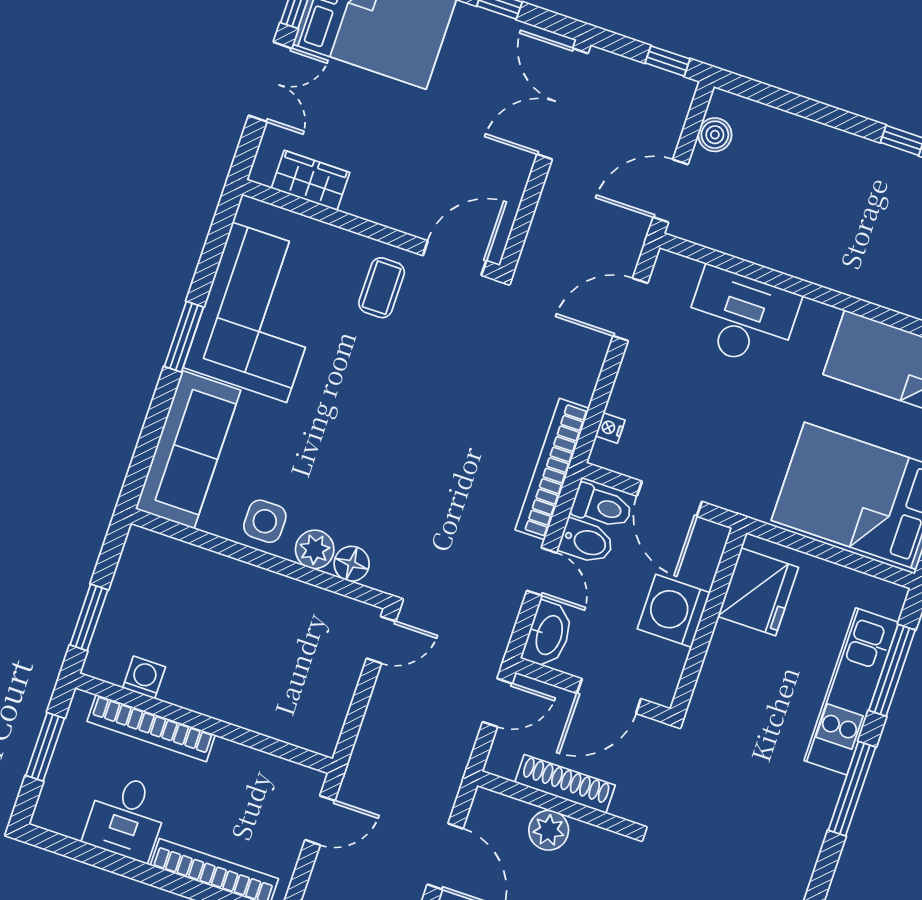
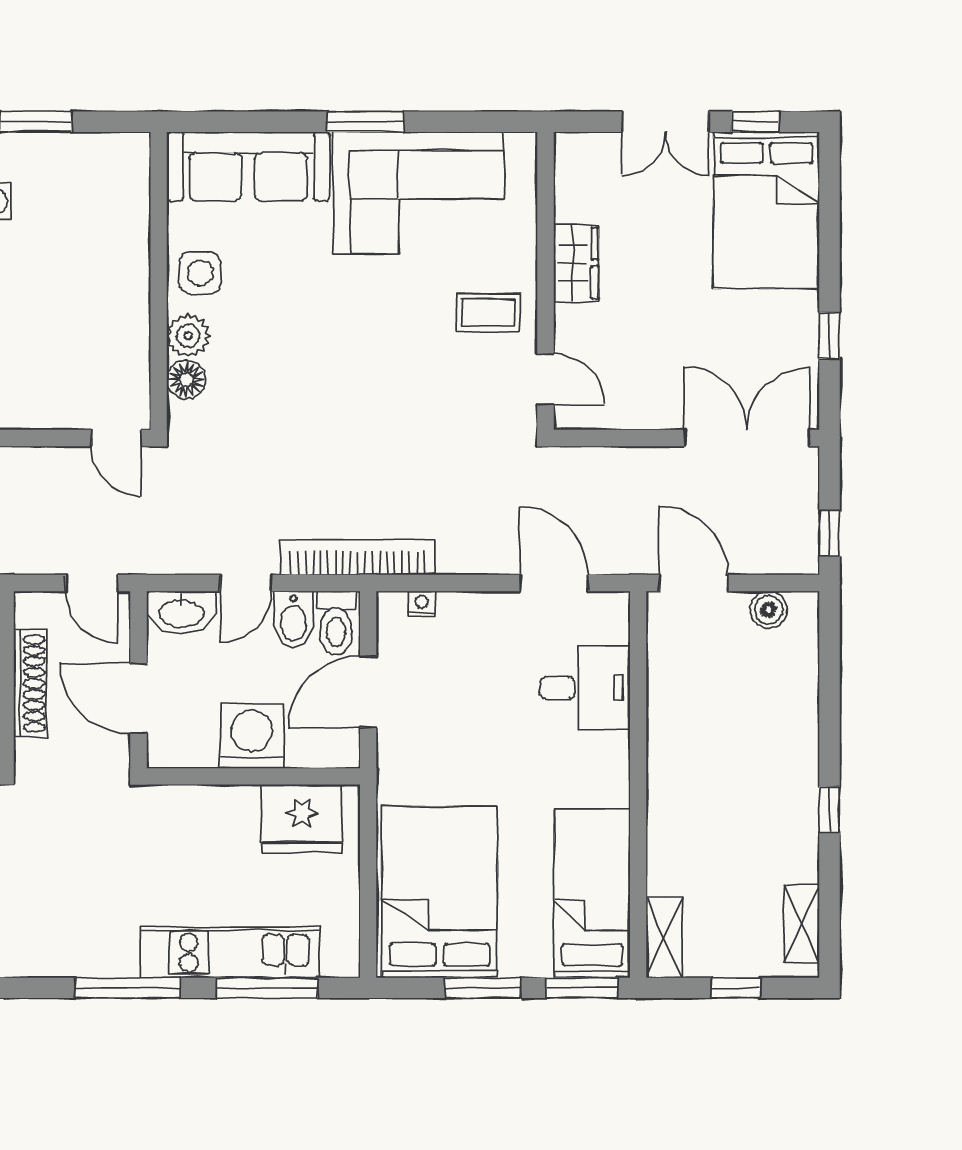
wardrobe: (311, 180) -> (576, 263), moved
door: (455, 258) -> (545, 379), width x0.73
desk: (742, 318) -> (585, 688), width x0.73

